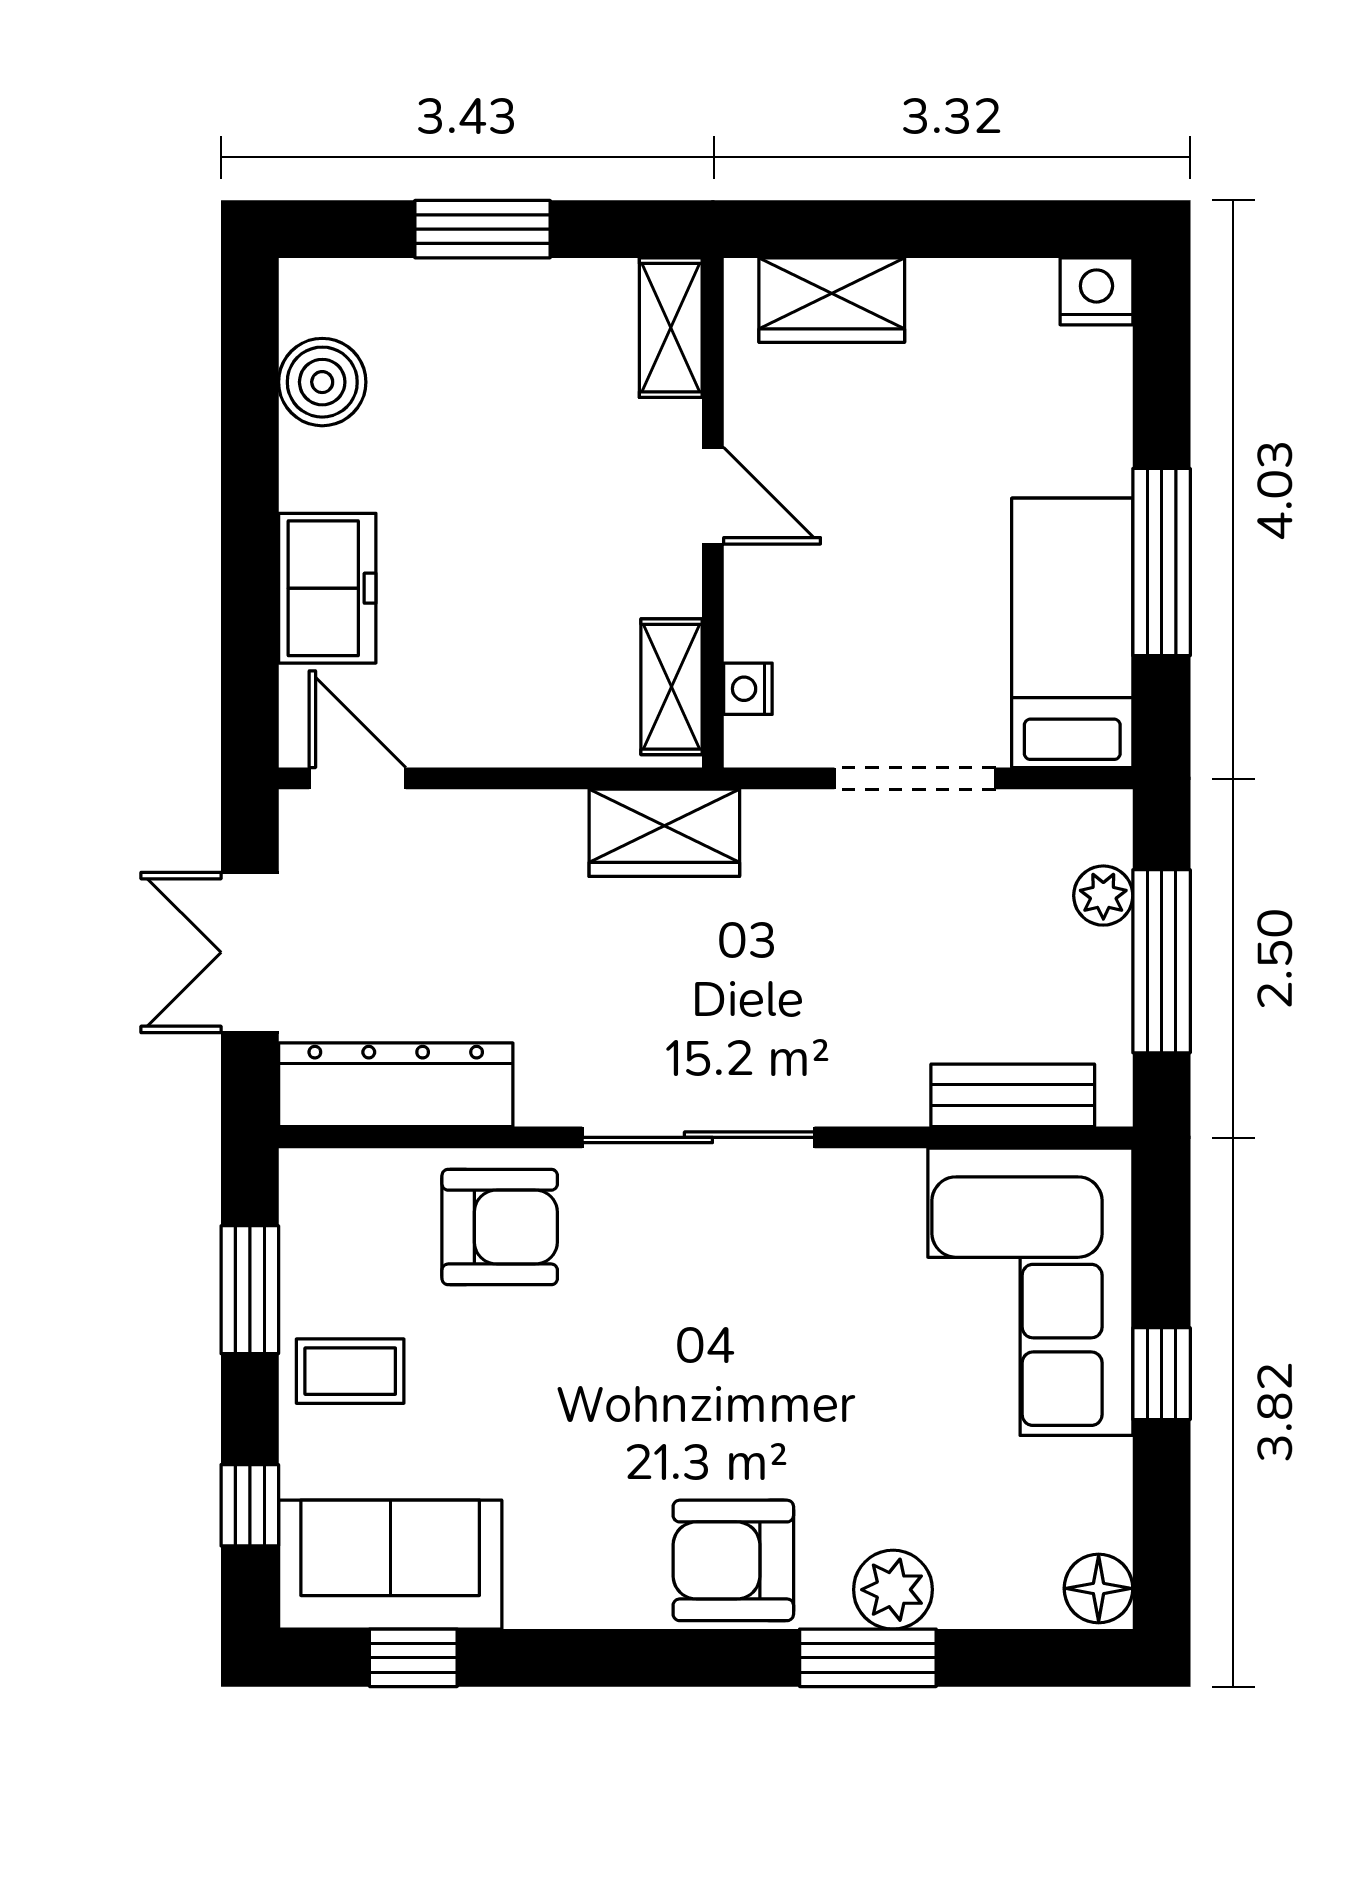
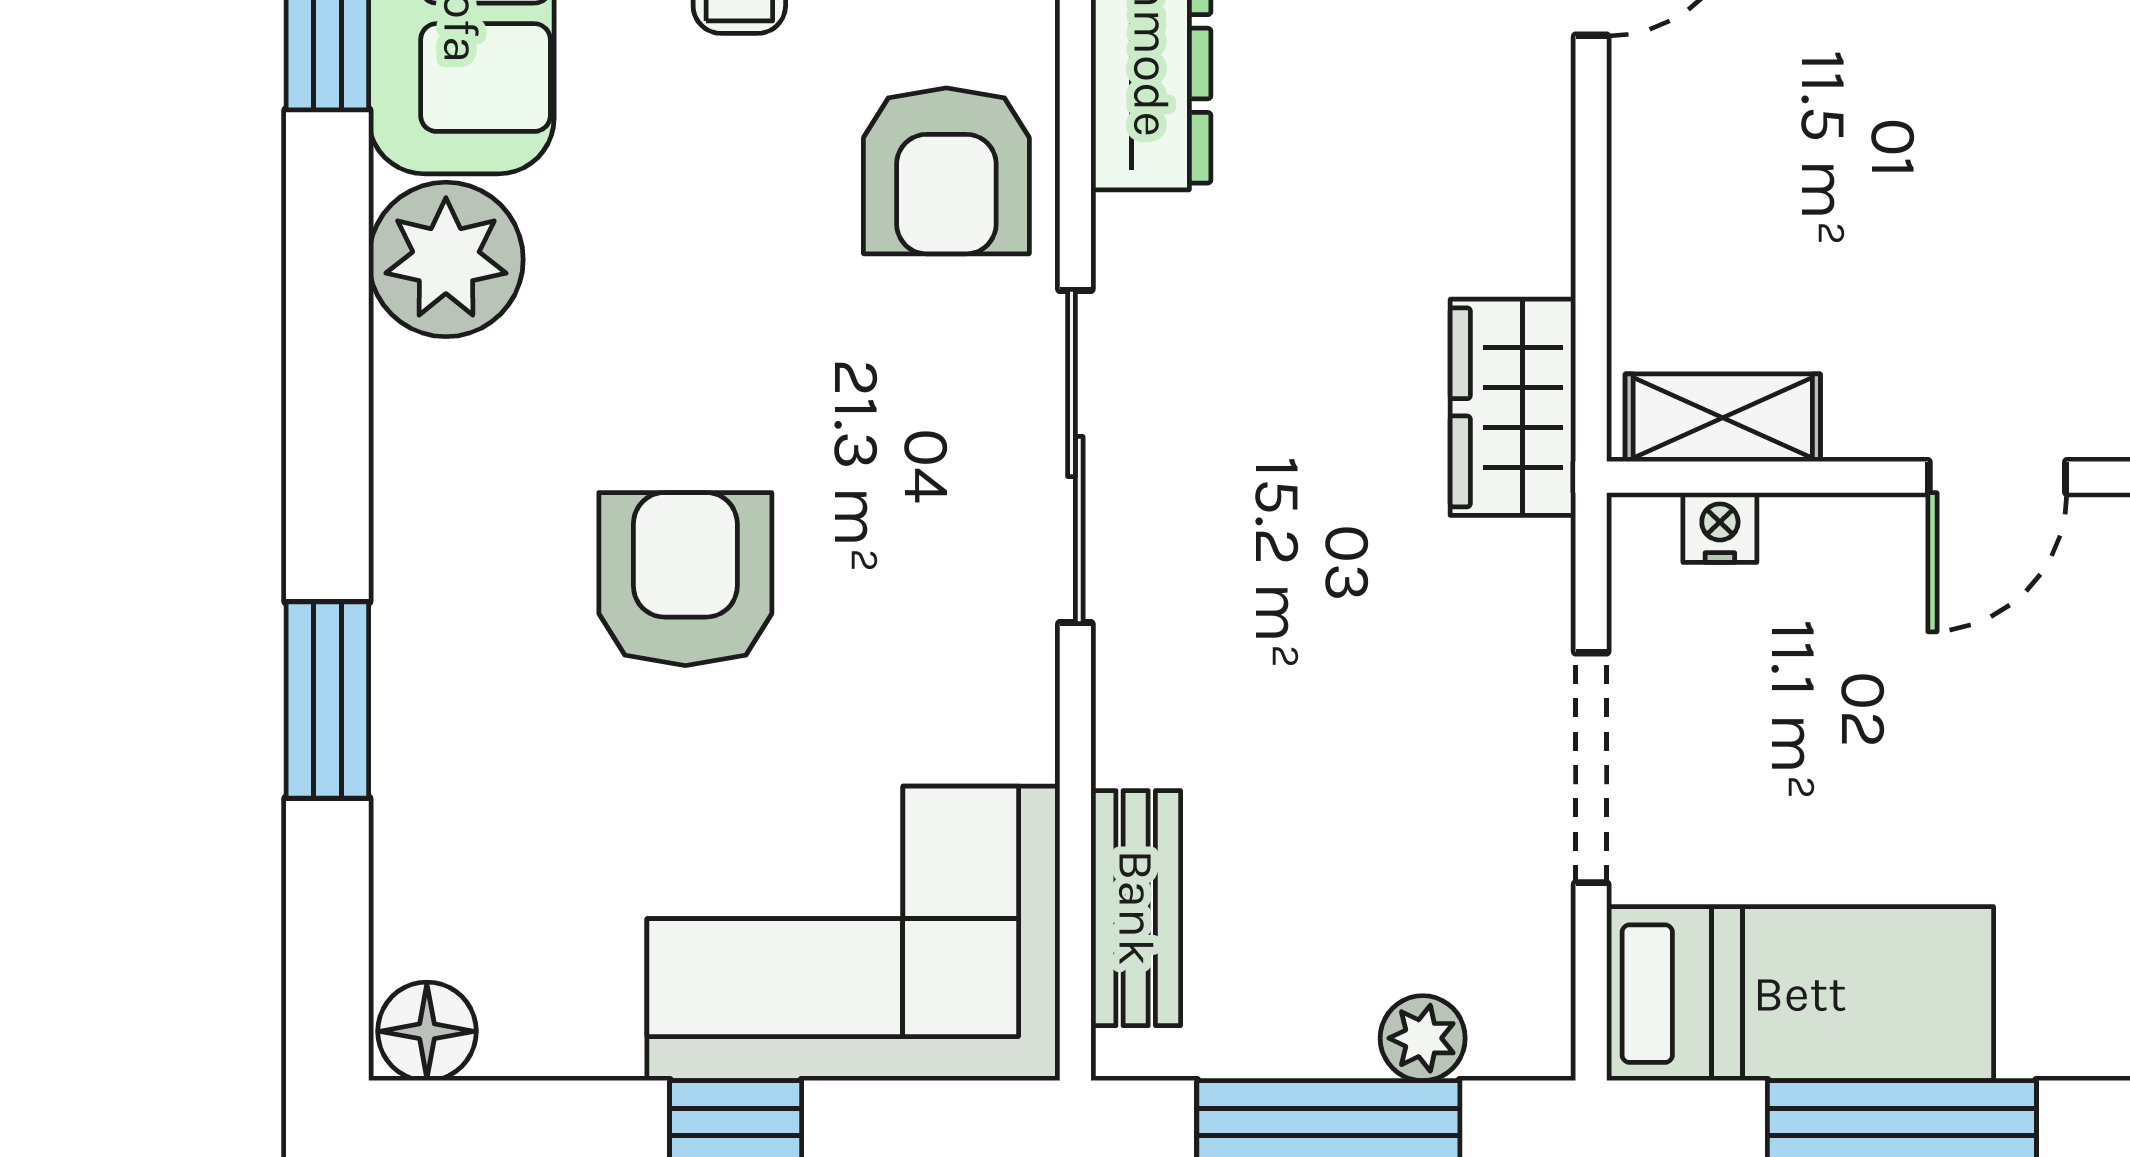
armchair: (733, 1560) -> (685, 579), moved
plant: (893, 1590) -> (446, 259), moved, width x1.36, depth x1.36

